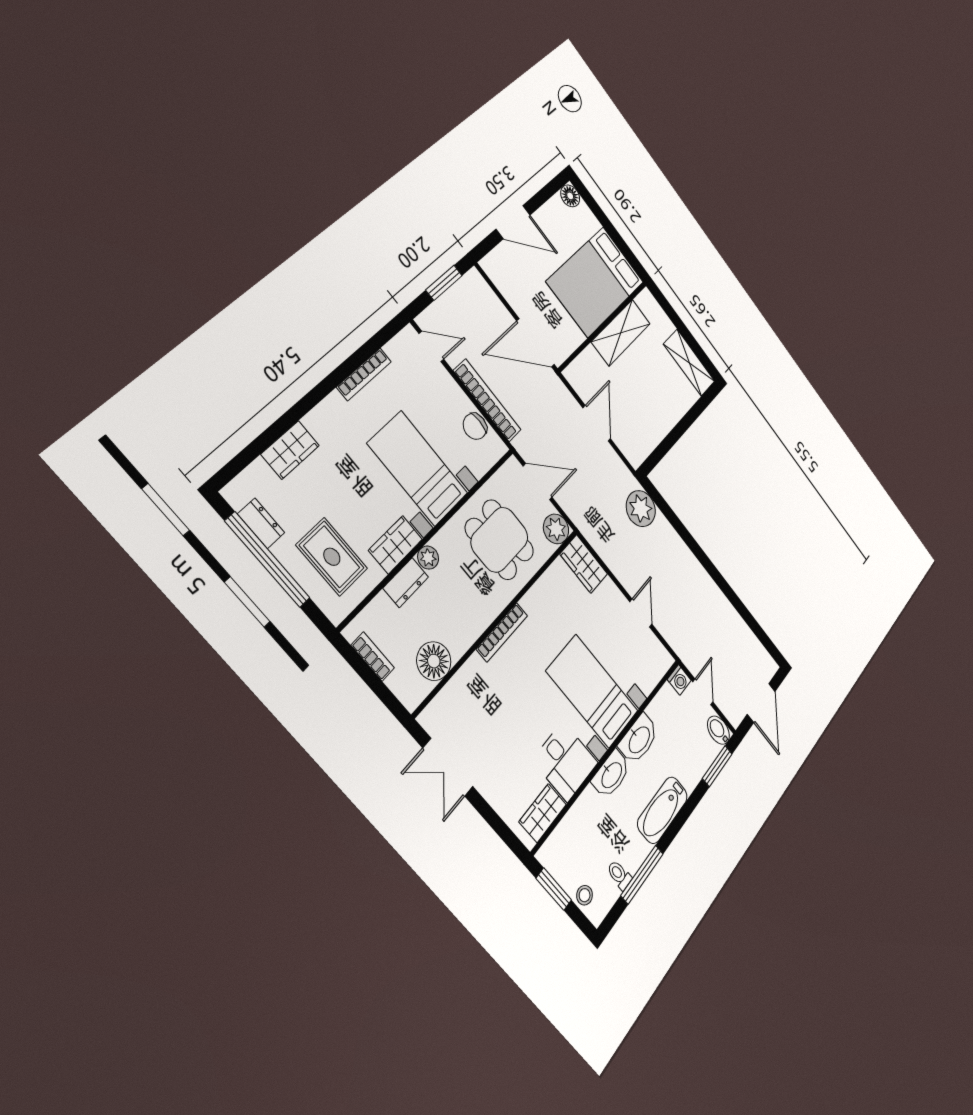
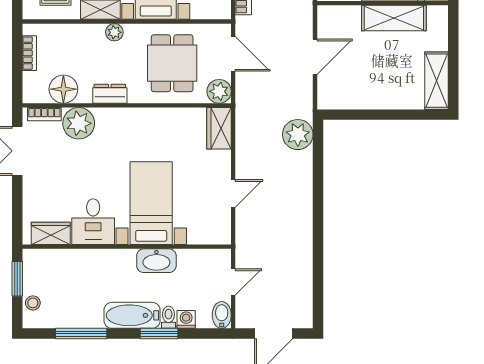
dresser: (406, 583) -> (110, 94), moved, turned 180
bookcase: (502, 632) -> (44, 114), moved, width x0.64
washing machine: (679, 680) -> (186, 319), moved, turned 180
plant: (475, 681) -> (79, 123), added
window: (717, 766) -> (159, 334), moved
washbasin: (611, 775) -> (117, 260), removed
toilet: (619, 875) -> (168, 317), moved

